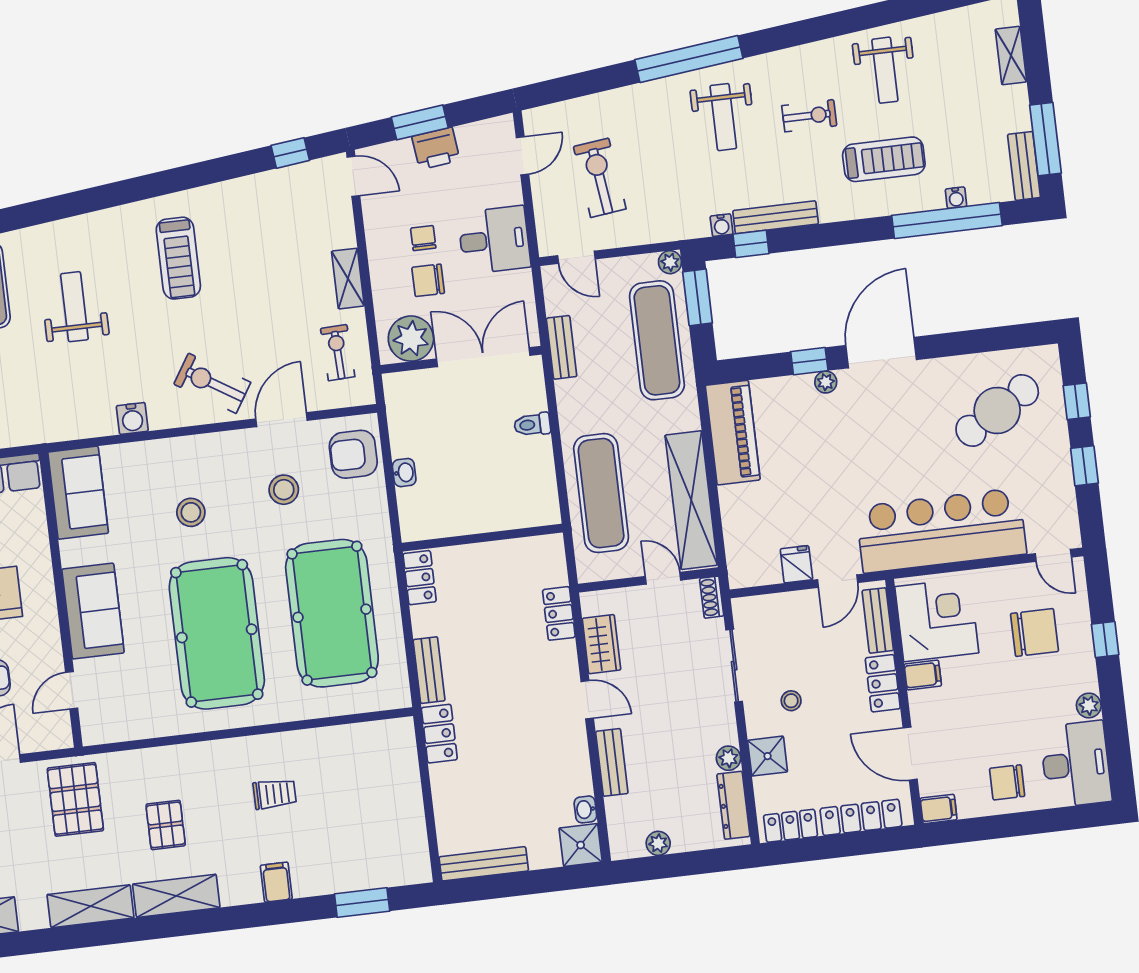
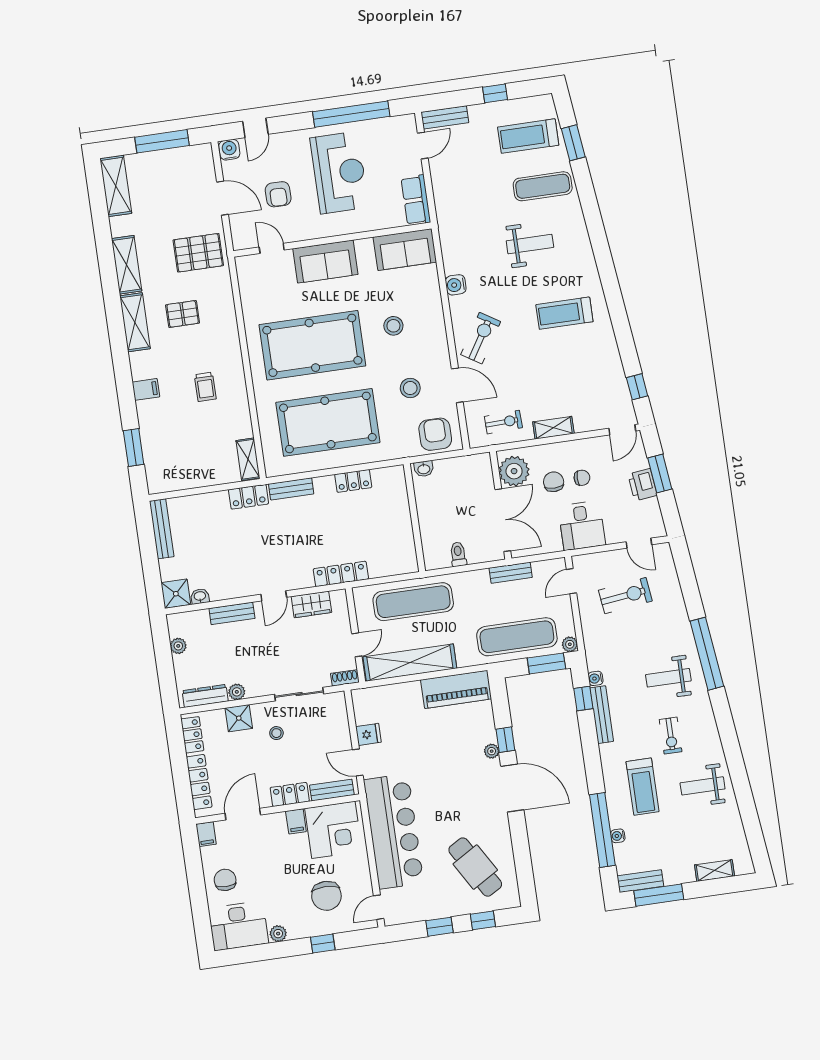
wall: (482, 538) -> (414, 518), moved
locker: (559, 613) -> (341, 574), width x1.53
shelving: (384, 733) -> (248, 459), added

